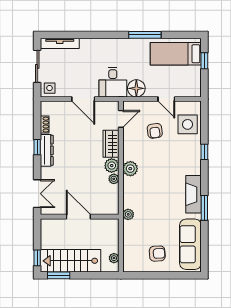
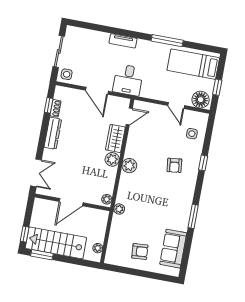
tv unit: (60, 43) -> (123, 41), moved, width x0.71
window: (204, 61) -> (217, 87), moved
floor lamp: (136, 88) -> (201, 100), moved
side table: (188, 124) -> (192, 134), width x0.54, depth x0.54
armchair: (155, 131) -> (174, 165), moved
window: (37, 147) -> (49, 105), moved
plant: (114, 179) -> (107, 199), moved
fireplace: (193, 194) -> (185, 201), removed
door: (78, 217) -> (71, 202), swing flipped
sofa: (190, 244) -> (173, 249), width x0.73

